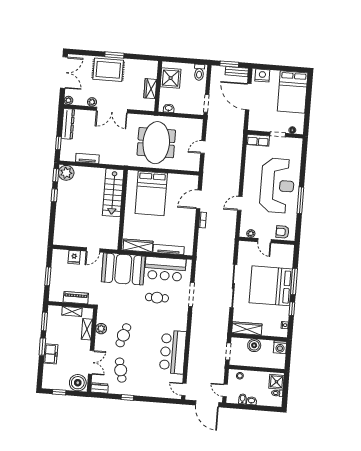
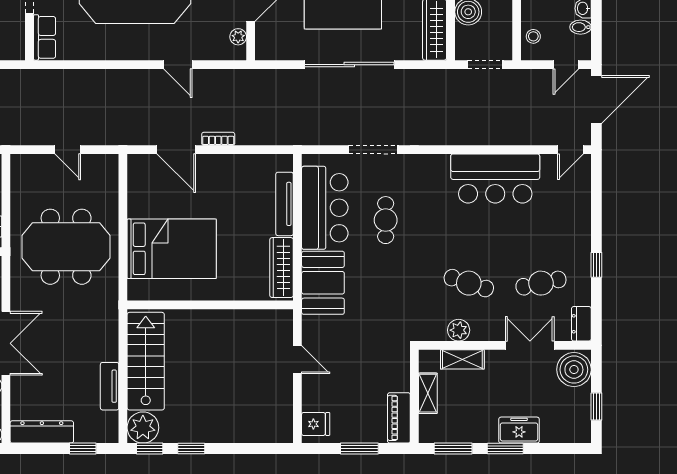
stairs: (113, 193) -> (146, 361), moved, turned -90
fridge: (74, 257) -> (316, 424), moved
booth: (123, 269) -> (323, 283), width x0.73, depth x0.70
piano: (76, 298) -> (399, 418), moved

